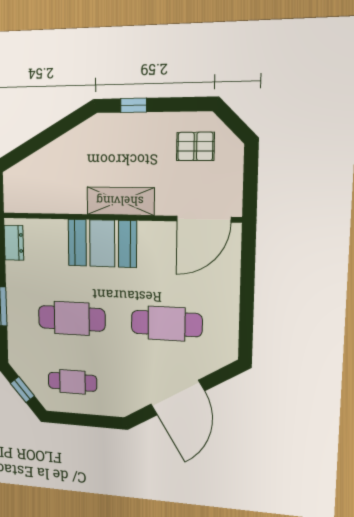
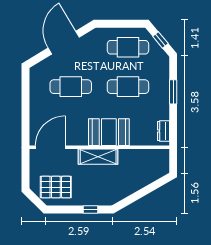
pallet: (195, 146) -> (56, 187), width x1.50, depth x1.42
cafe table: (72, 382) -> (128, 47), width x1.37, depth x1.35

